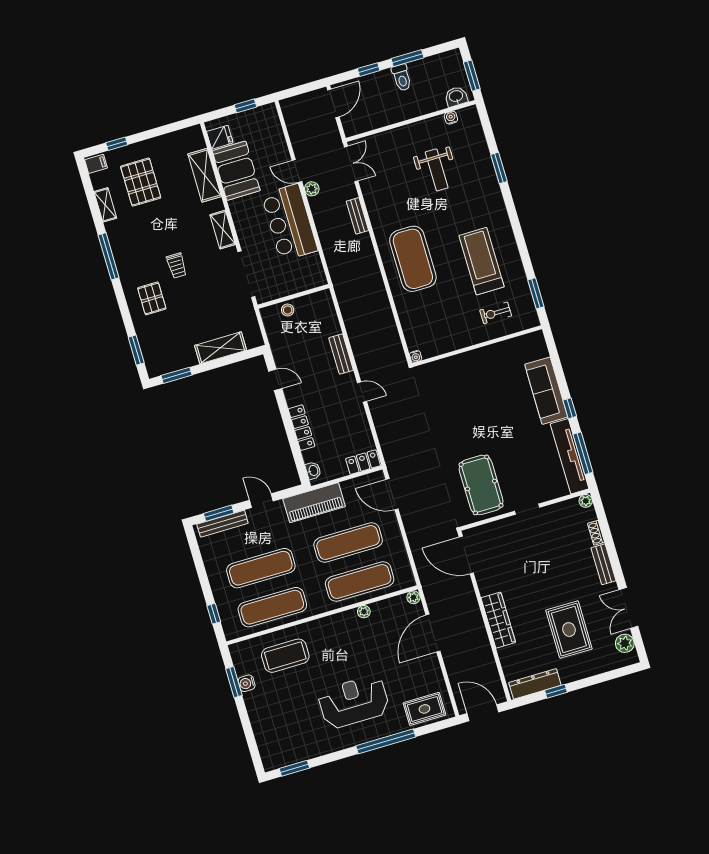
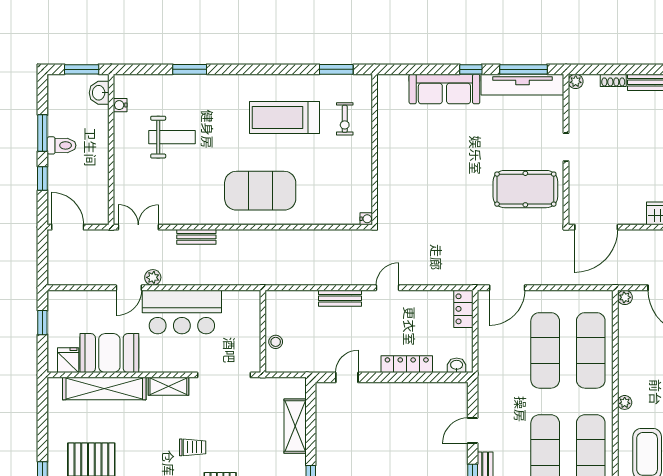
shelving: (205, 175) -> (104, 389), width x1.47
piano: (314, 503) -> (491, 374), removed
plant: (364, 612) -> (625, 402), moved

